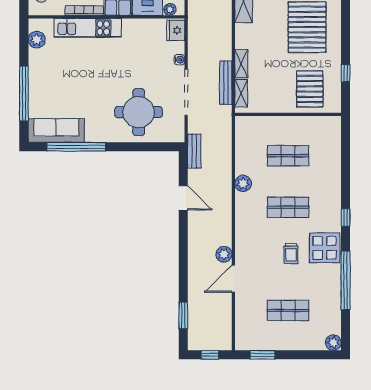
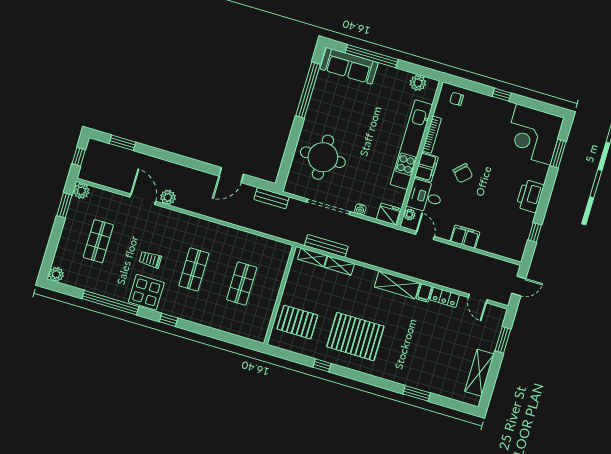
kitchen unit: (88, 28) -> (411, 145), width x1.36
window: (346, 73) -> (322, 365), moved
sofa: (56, 130) -> (349, 66), moved, turned 90
plant: (243, 183) -> (81, 191), moved

